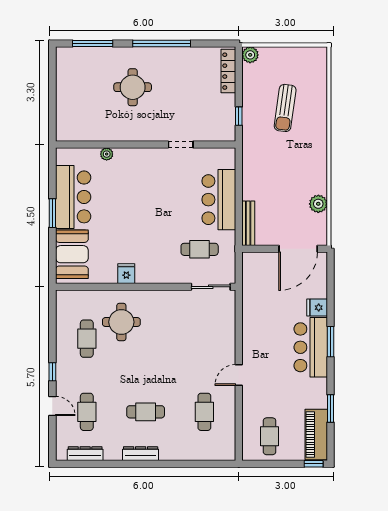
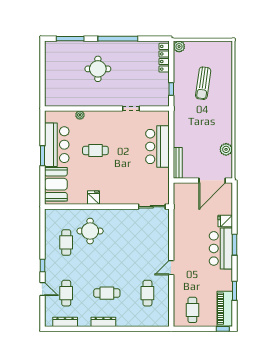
cafe table: (200, 249) -> (95, 150), moved

